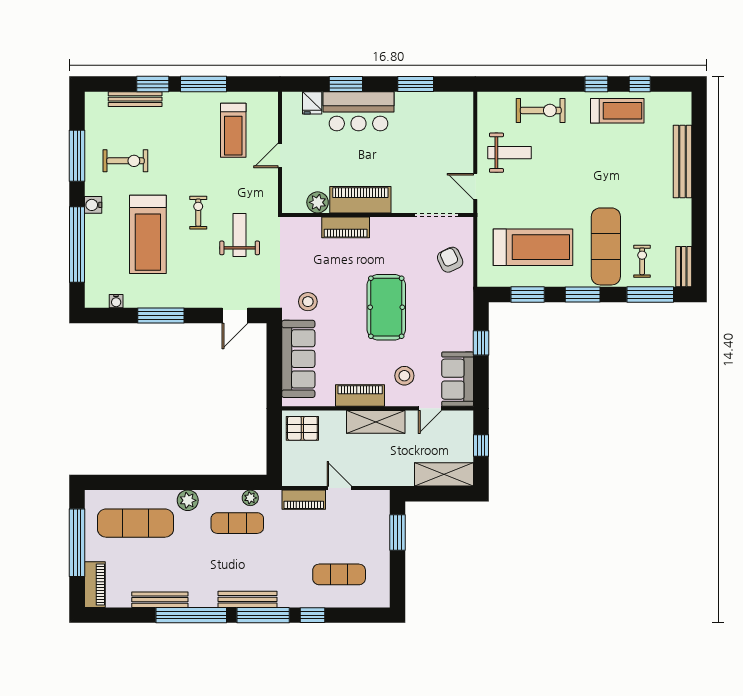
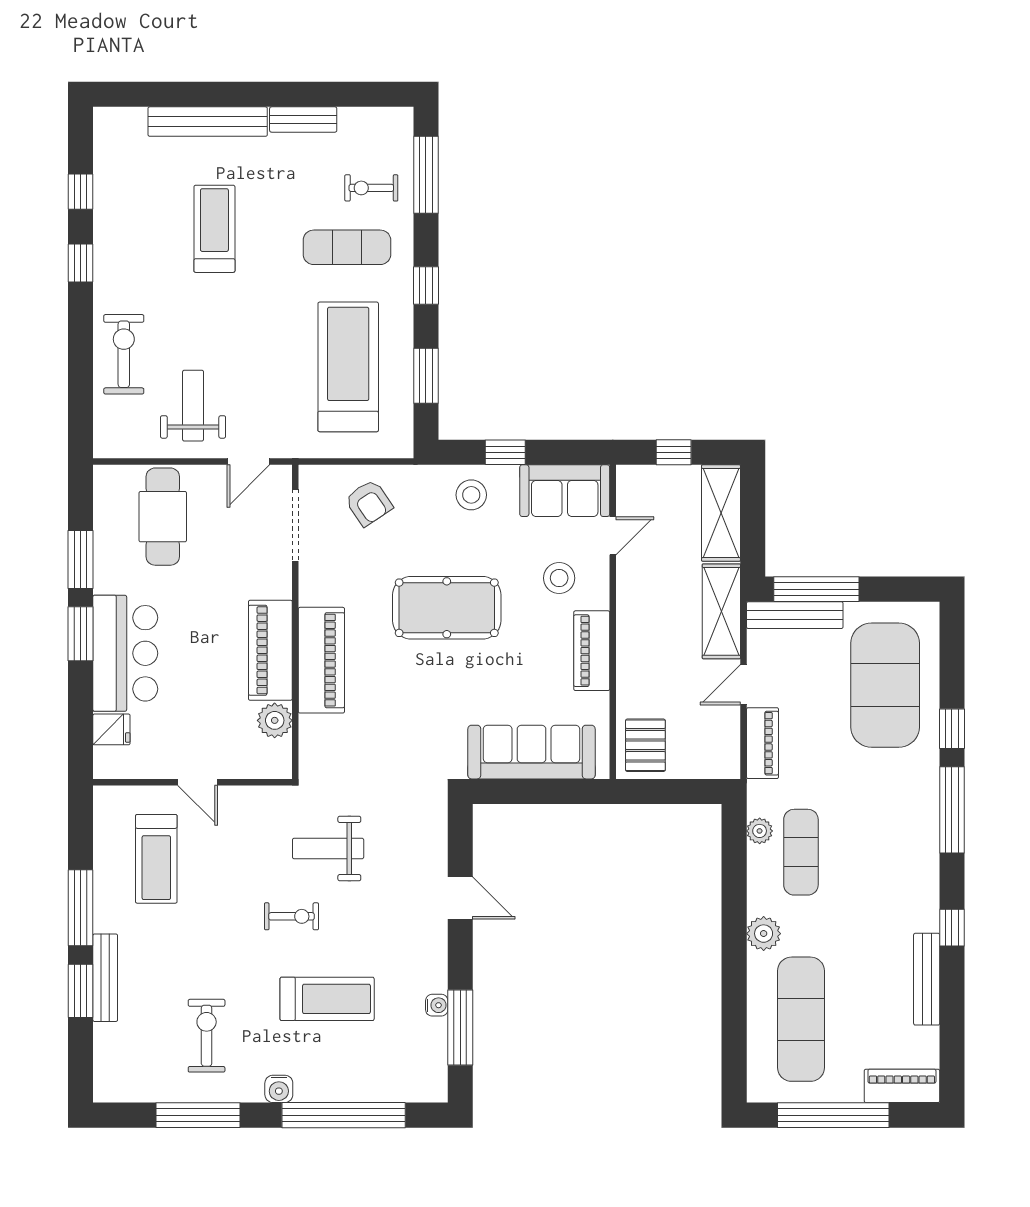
window: (346, 84) -> (80, 634), moved
bench: (135, 99) -> (105, 978), moved
treadmill: (617, 111) -> (214, 229), moved
treadmill: (233, 130) -> (156, 859), turned 90
cafe table: (442, 134) -> (163, 517), added
exercise bike: (198, 213) -> (292, 916), turned 180
piano: (346, 227) -> (321, 660), width x1.37, depth x1.33
treadmill: (148, 234) -> (327, 999), width x0.73, depth x0.73
exercise mat: (606, 246) -> (347, 247), width x0.73, depth x0.69
armchair: (450, 260) -> (369, 503), turned -99
bench: (684, 267) -> (303, 120), moved
window: (583, 295) -> (426, 286), width x0.67
water cooler: (116, 301) -> (437, 1005), moved
stool: (308, 302) -> (471, 495), moved
window: (161, 315) -> (460, 1028), moved
door: (235, 315) -> (460, 898), moved
door: (430, 408) -> (613, 536), hinge flipped
shelving: (376, 422) -> (721, 611), moved
window: (398, 532) -> (816, 589), width x1.44
exercise mat: (339, 574) -> (885, 685), width x2.00, depth x1.45
bench: (248, 599) -> (795, 615), moved, turned 90
window: (191, 615) -> (952, 928), width x0.32

